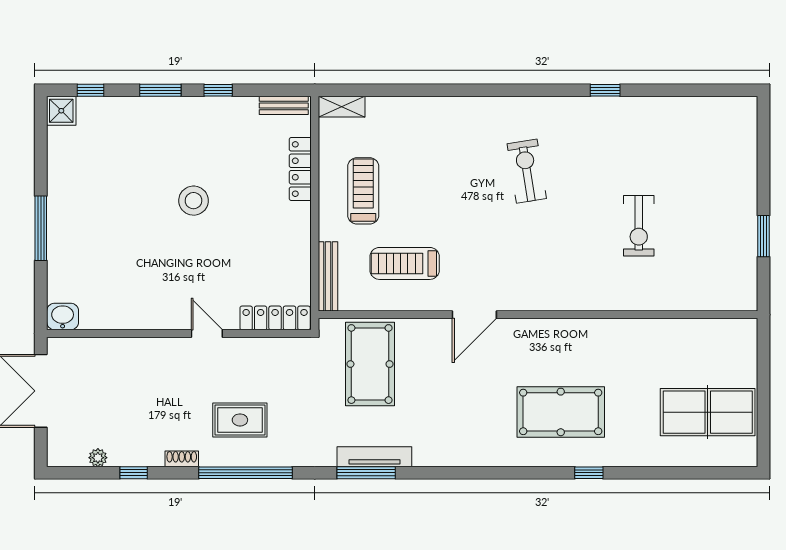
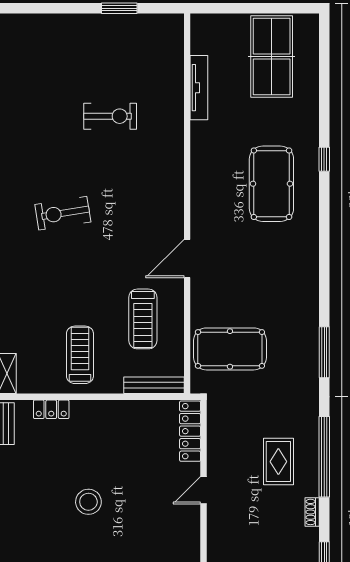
locker: (300, 169) -> (51, 409), width x0.66
treadmill: (363, 191) -> (80, 355), turned 90
door: (474, 315) -> (187, 259), swing flipped
tv unit: (374, 457) -> (199, 88), moved, turned 180

